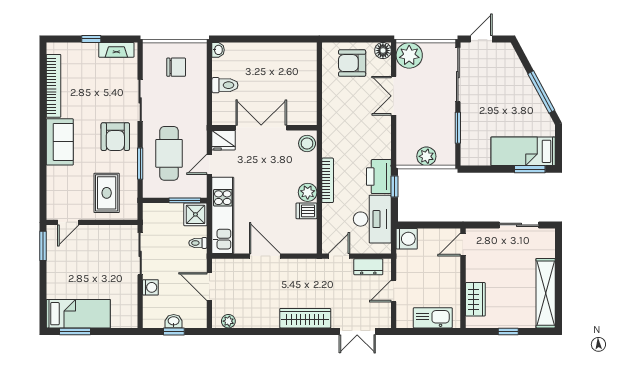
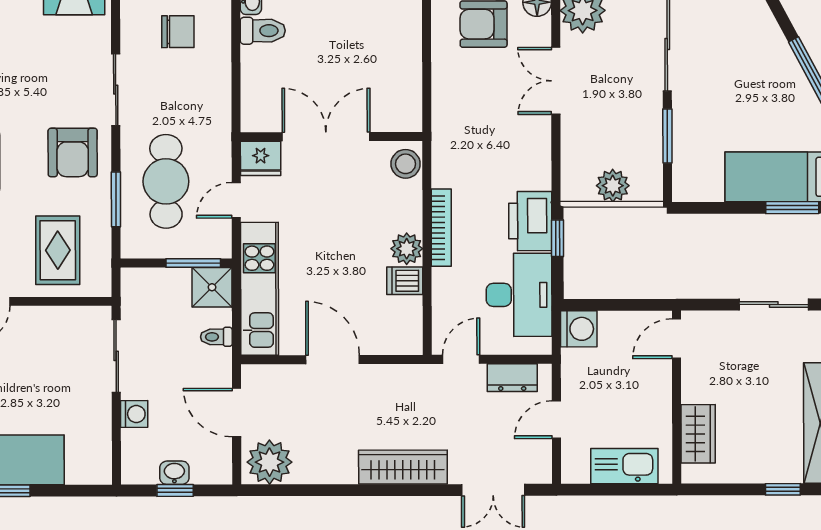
toilet: (225, 85) -> (263, 31), moved
plant: (228, 321) -> (270, 462), width x1.88, depth x1.88
window: (508, 331) -> (783, 489), moved

